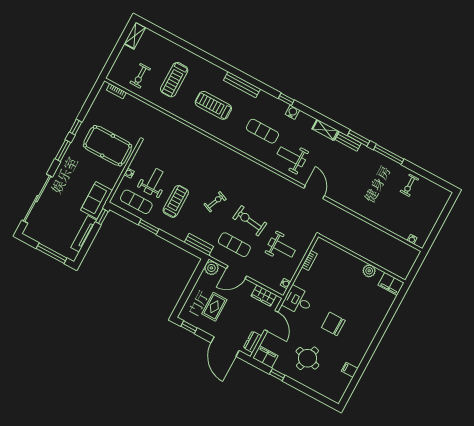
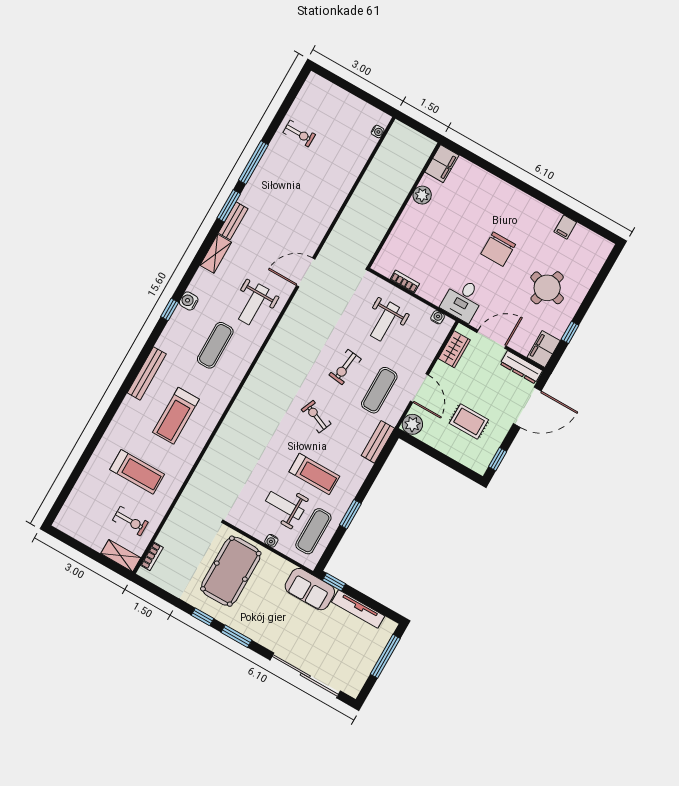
shelving: (135, 35) -> (121, 556), moved
treadmill: (176, 201) -> (314, 474), turned 180
exercise bike: (250, 221) -> (345, 367), width x0.73, depth x0.72
weight bench: (282, 247) -> (385, 321), turned 180
dresser: (252, 342) -> (521, 367), width x1.44

